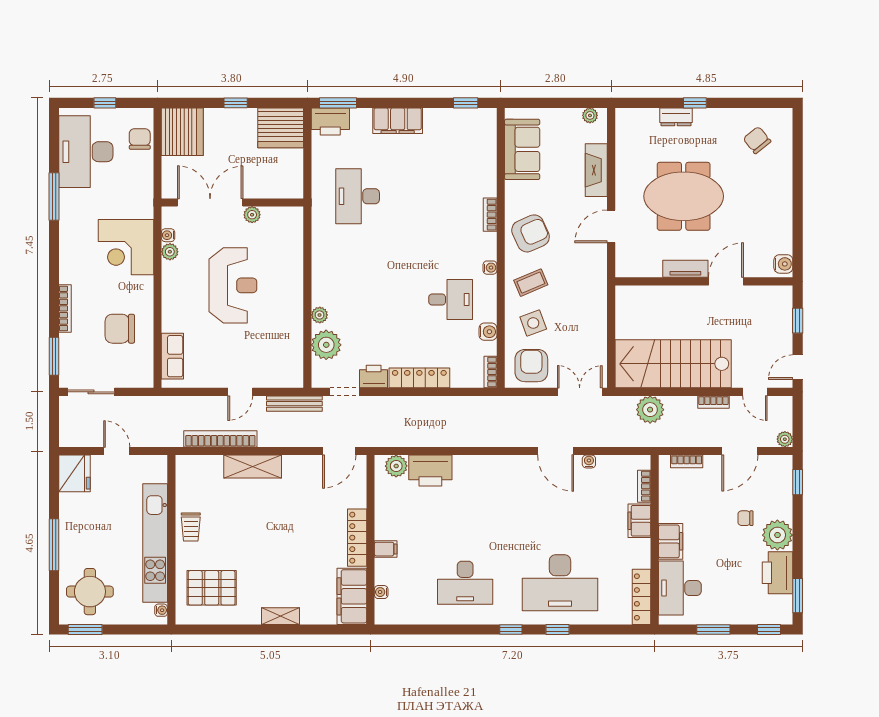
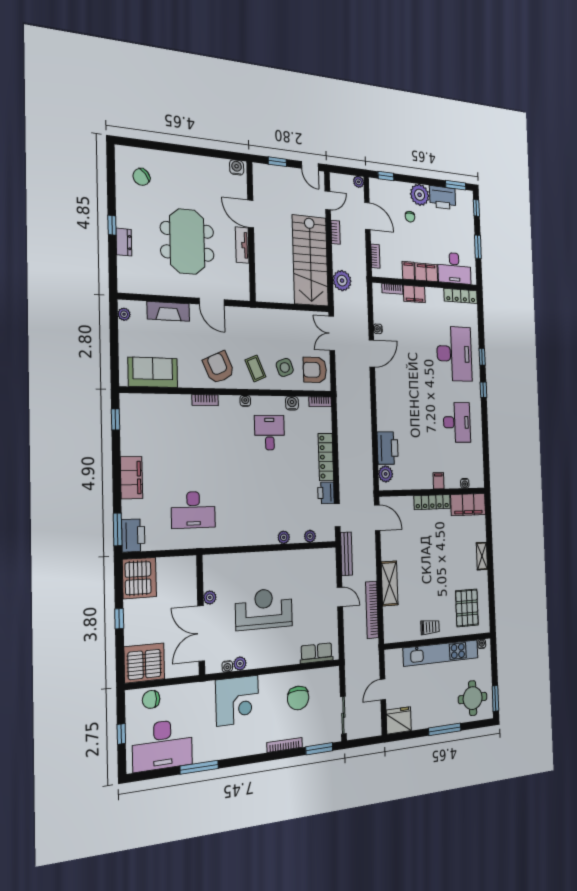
plant: (326, 345) -> (310, 536), width x0.53, depth x0.53
filing cabinet: (671, 513) -> (408, 271), added

